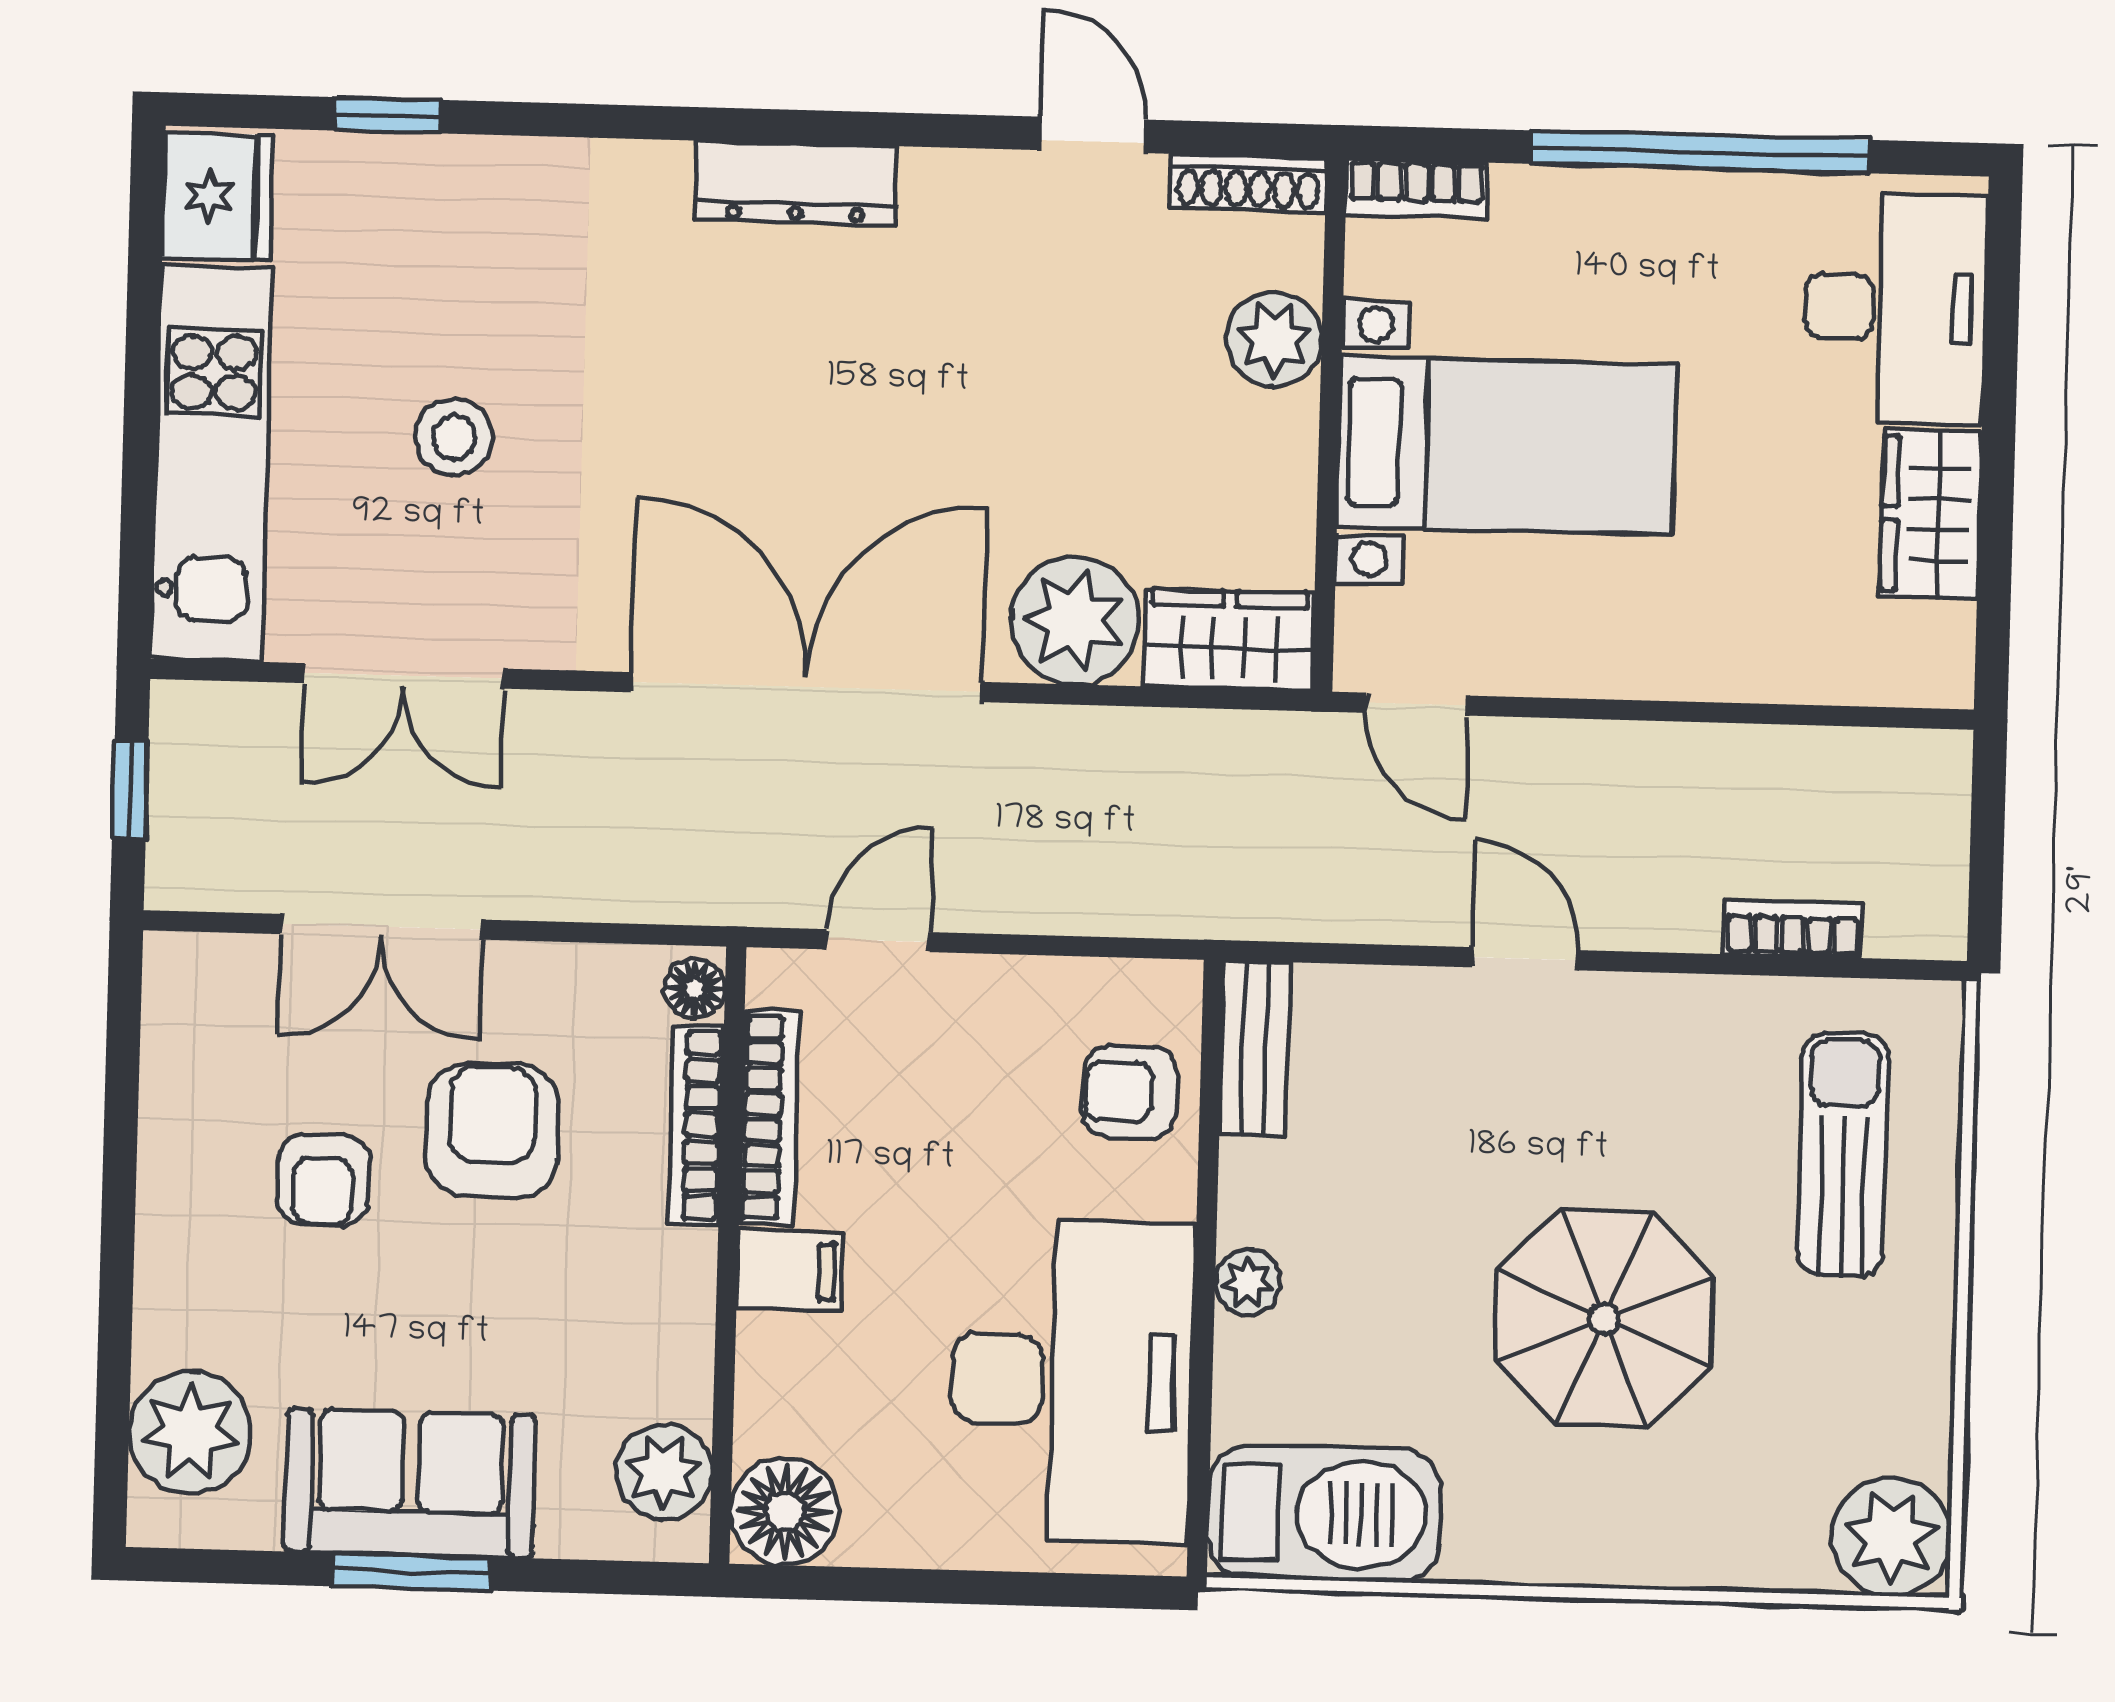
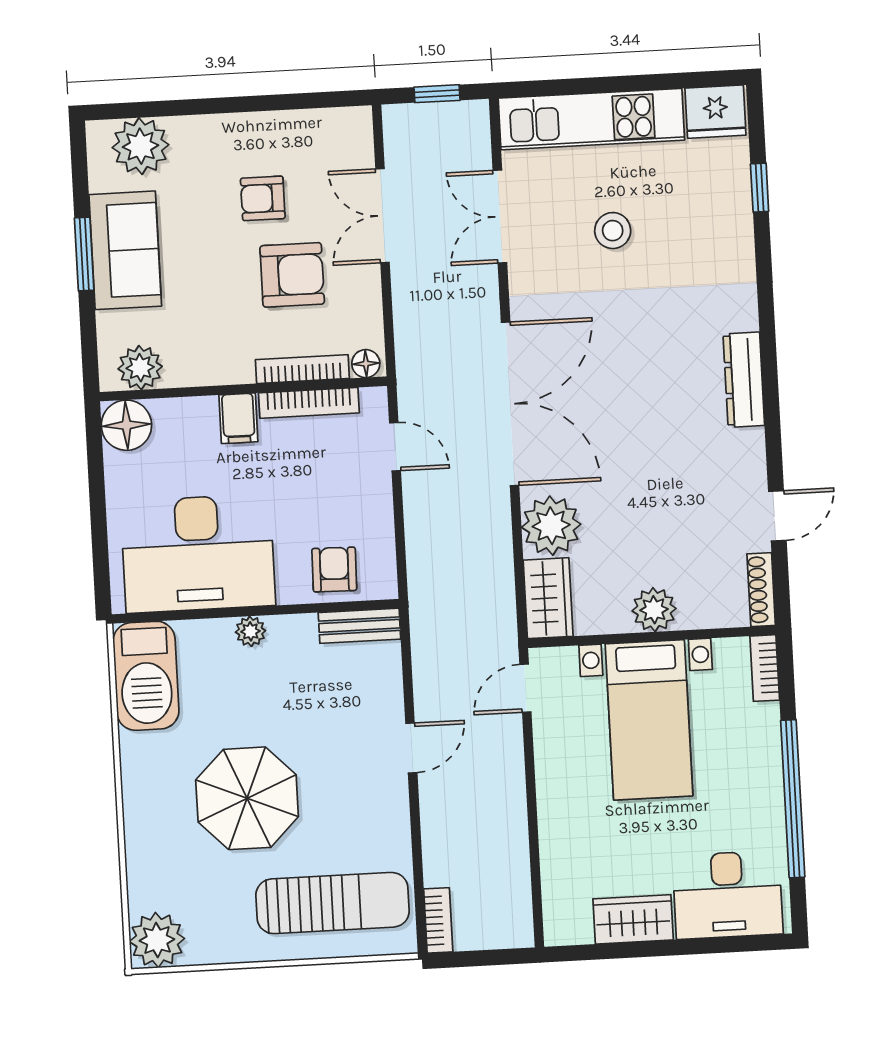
plant: (1274, 339) -> (654, 610), moved
bookcase: (1793, 929) -> (438, 920), moved
sun lounger: (1843, 1155) -> (333, 903), width x1.36, depth x1.34

